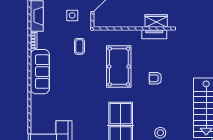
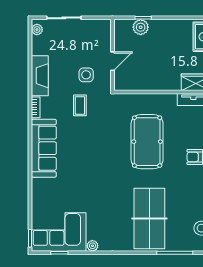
coffee table: (79, 46) -> (80, 105), moved

